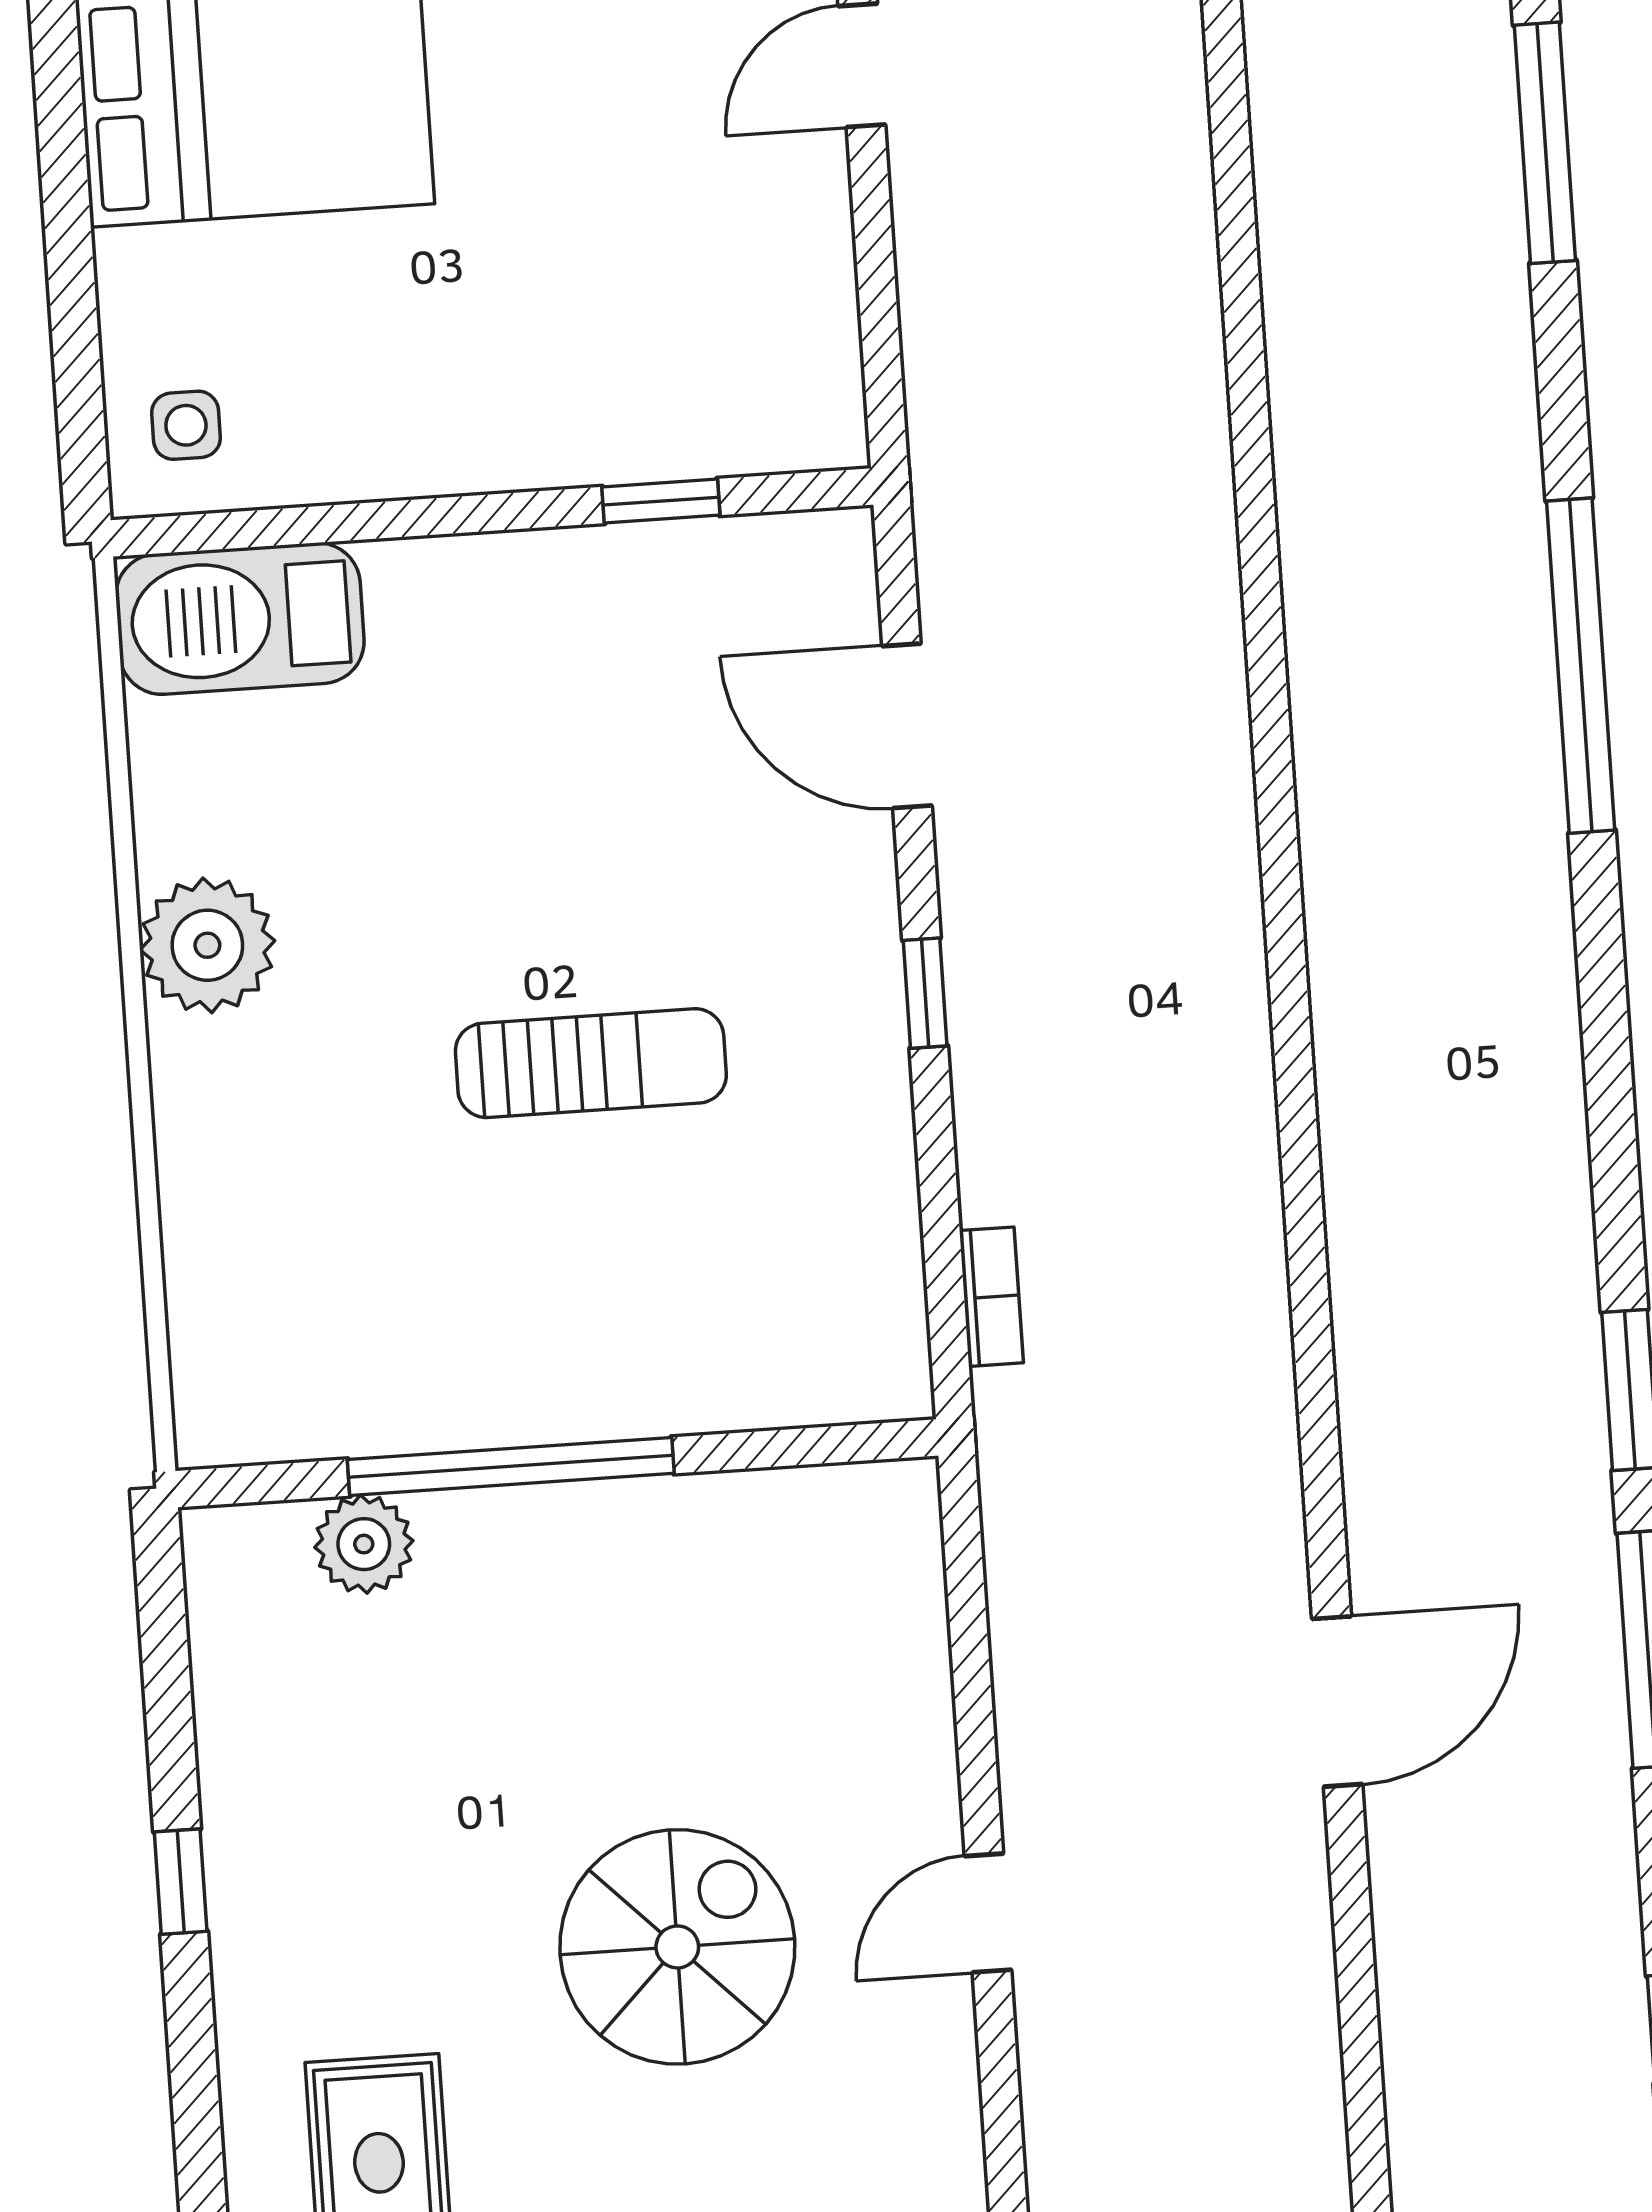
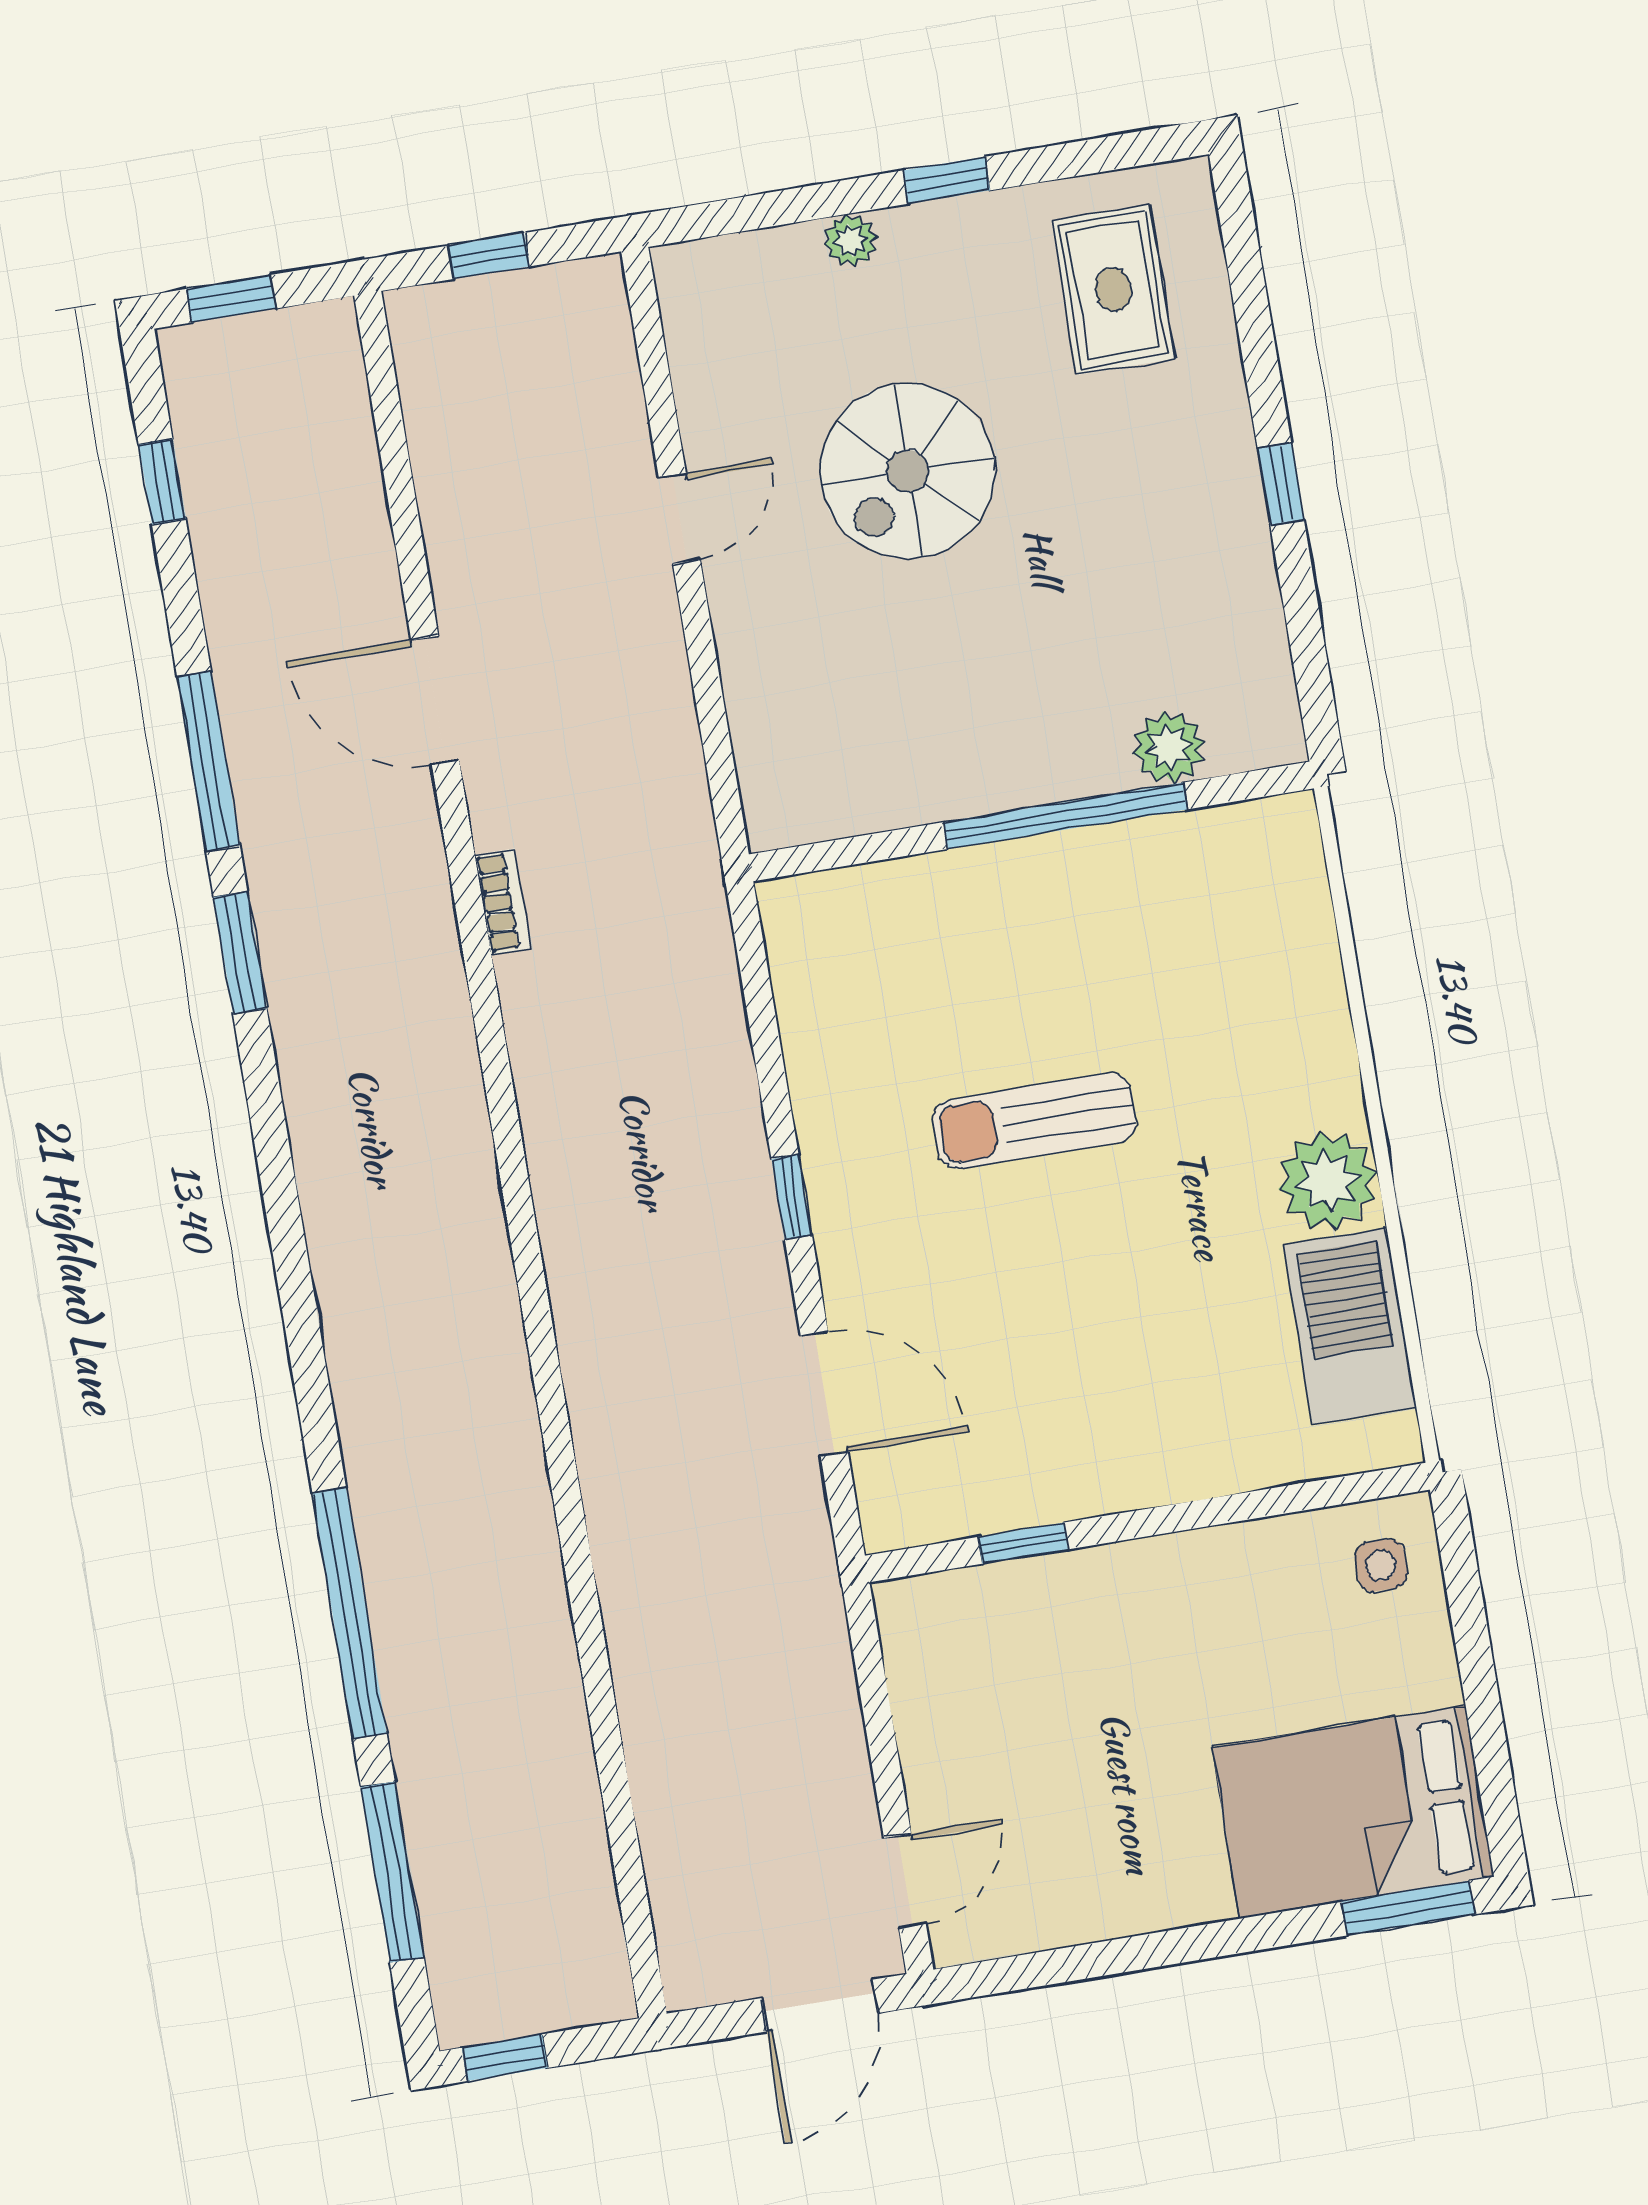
barbecue: (240, 619) -> (1350, 1326), moved, turned -90
window: (1581, 666) -> (349, 1613), moved
bookcase: (991, 1297) -> (503, 902), moved, turned 180
door: (1337, 1702) -> (435, 700), hinge flipped

